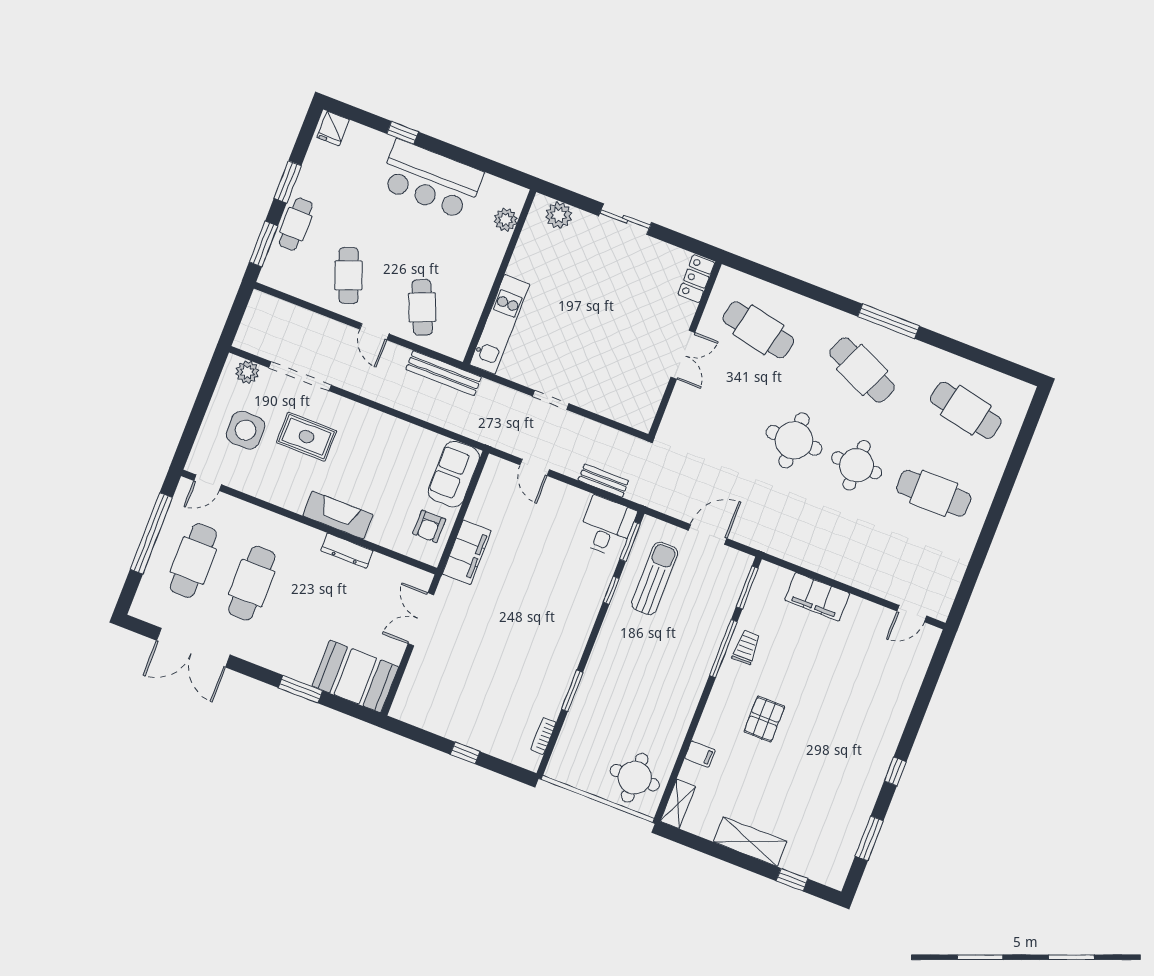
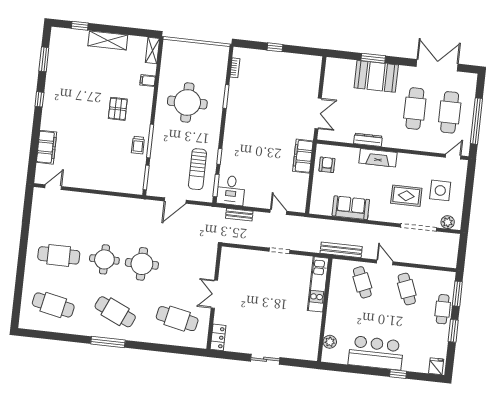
plant: (559, 215) -> (302, 352), removed
sofa: (454, 474) -> (351, 208), moved, turned -90
filing cabinet: (817, 597) -> (47, 147), moved, turned 90
booth: (355, 676) -> (376, 76), moved
round table: (635, 778) -> (187, 103), moved, width x1.36, depth x1.36

